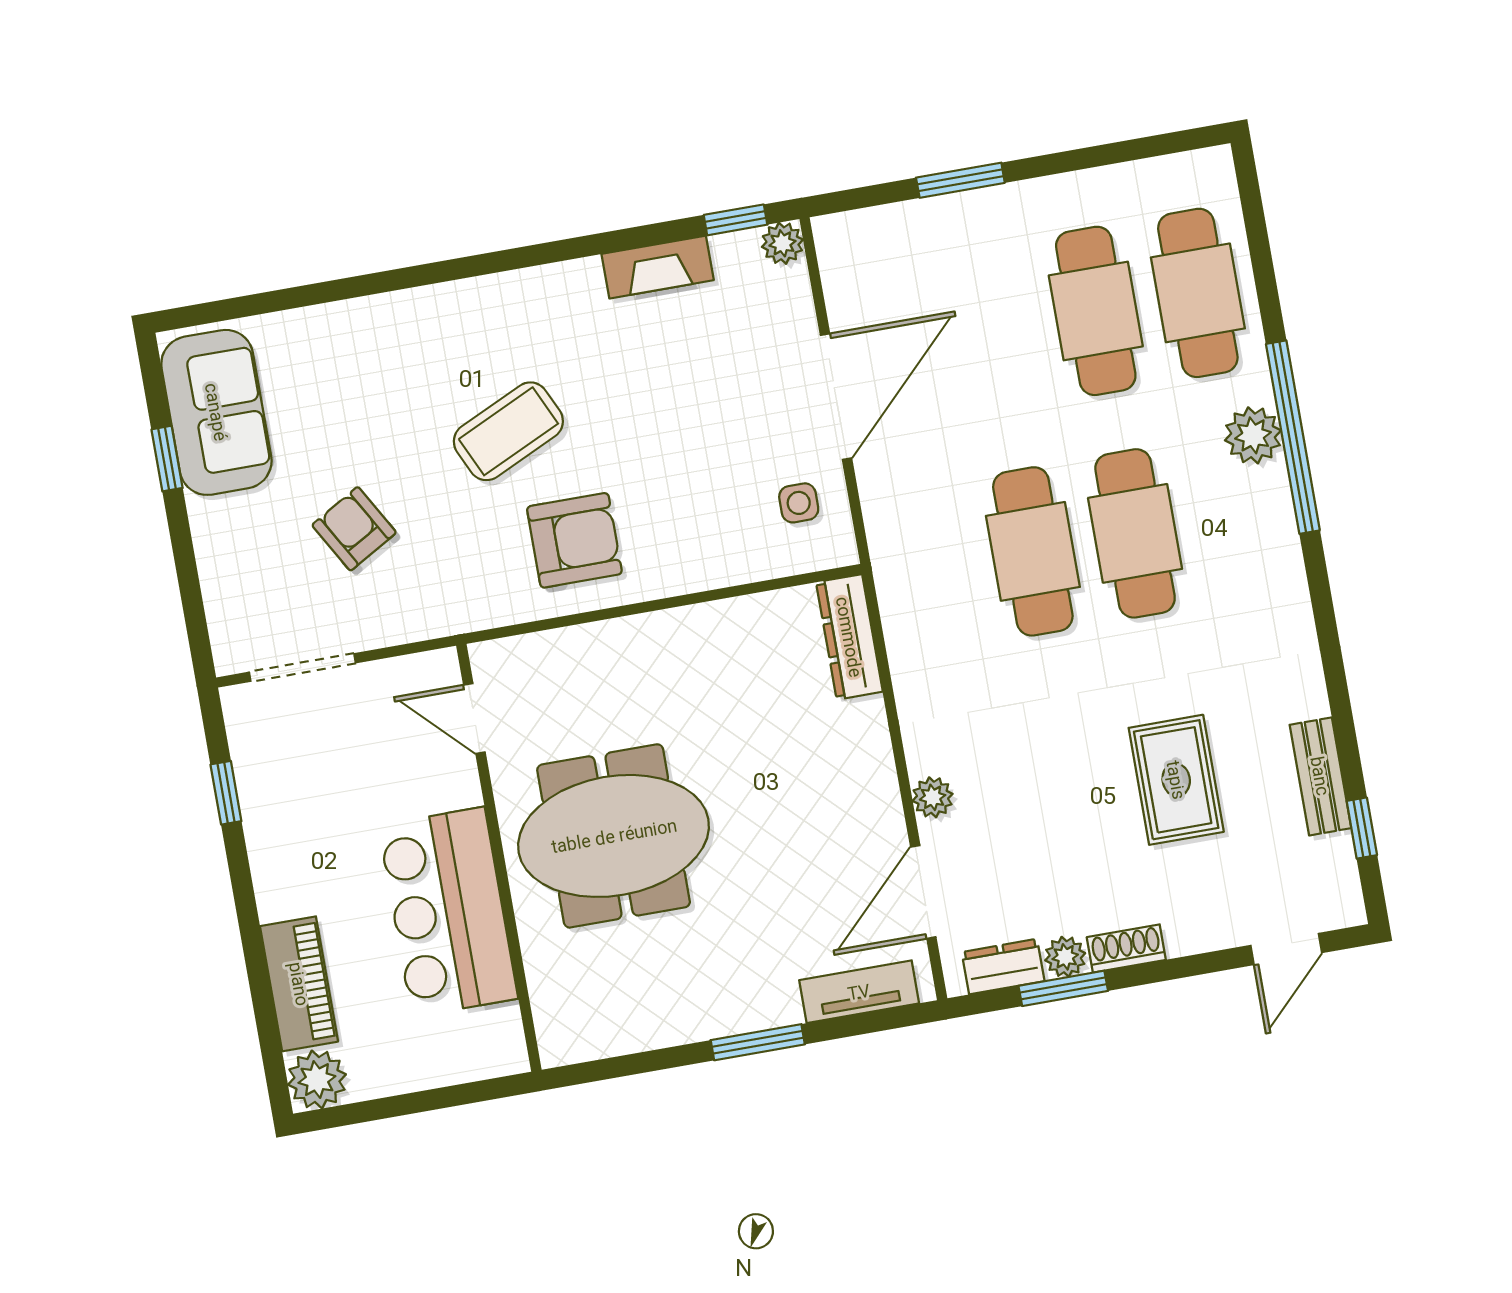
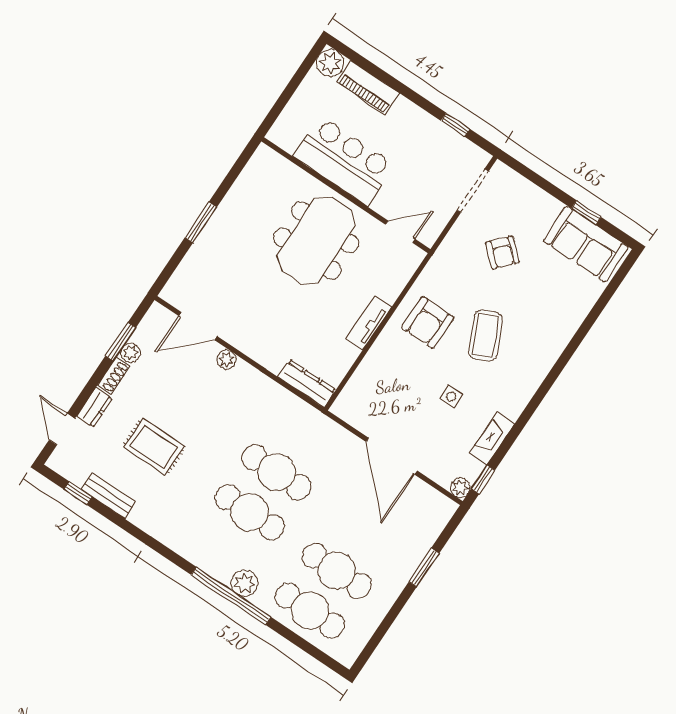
side table: (799, 503) -> (451, 396), moved
armchair: (354, 529) -> (502, 253), turned 72
door: (923, 892) -> (198, 326), swing flipped
dresser: (1003, 967) -> (94, 407), moved
tv unit: (859, 992) -> (369, 323), moved, turned 180

